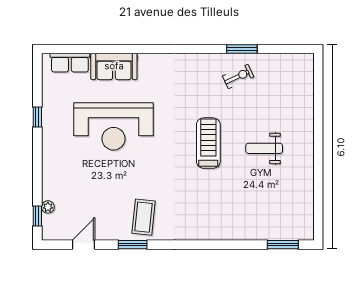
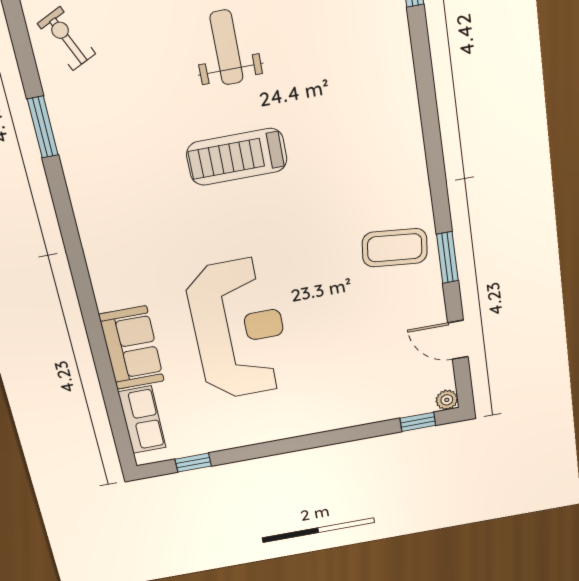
exercise bike: (238, 76) -> (67, 39), moved
window: (37, 117) -> (193, 463), moved
weight bench: (264, 148) -> (227, 47), turned 180
plant: (48, 207) -> (447, 400), moved

